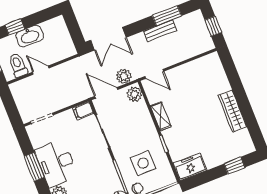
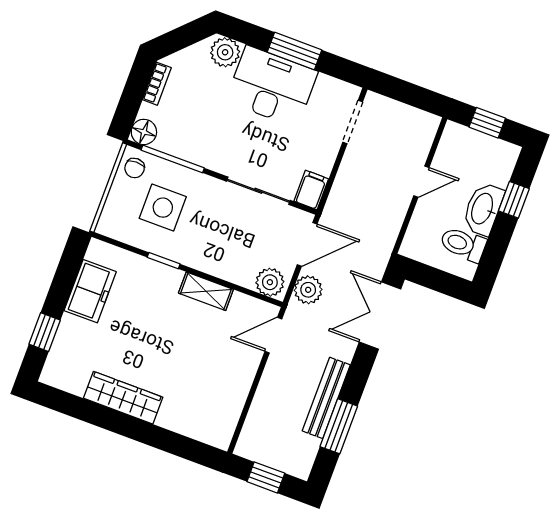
bench: (160, 31) -> (326, 398), width x1.36
toilet: (18, 65) -> (463, 244), moved, turned 180
freezer: (190, 167) -> (90, 291), moved

